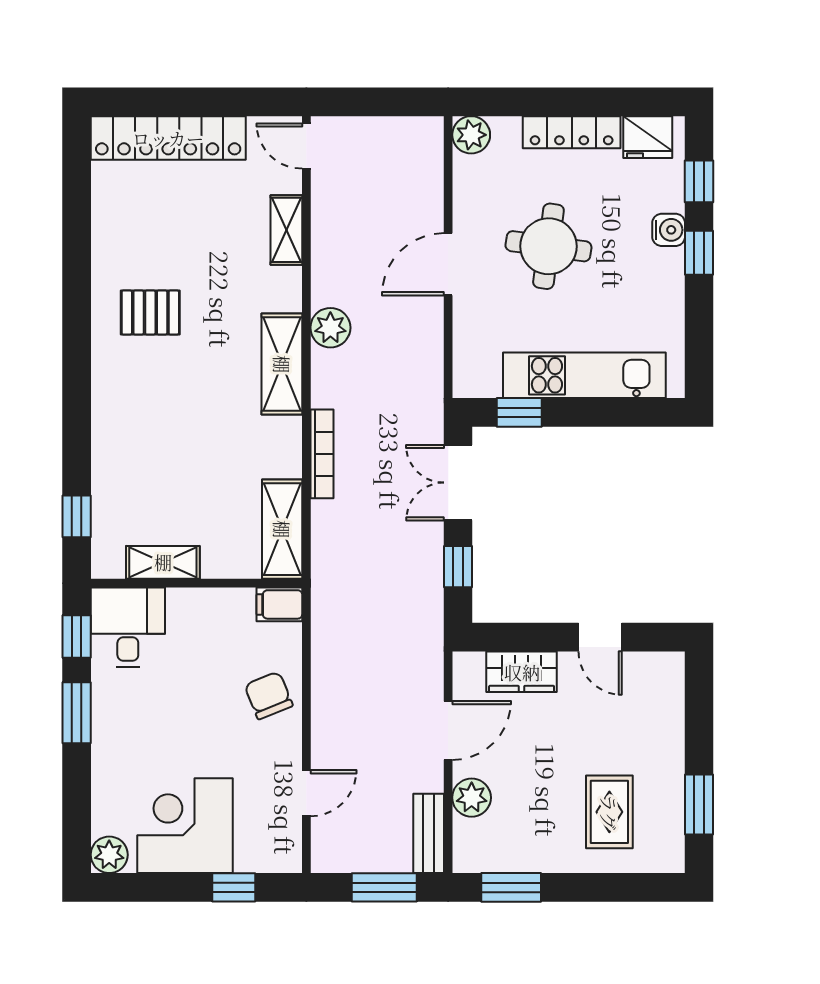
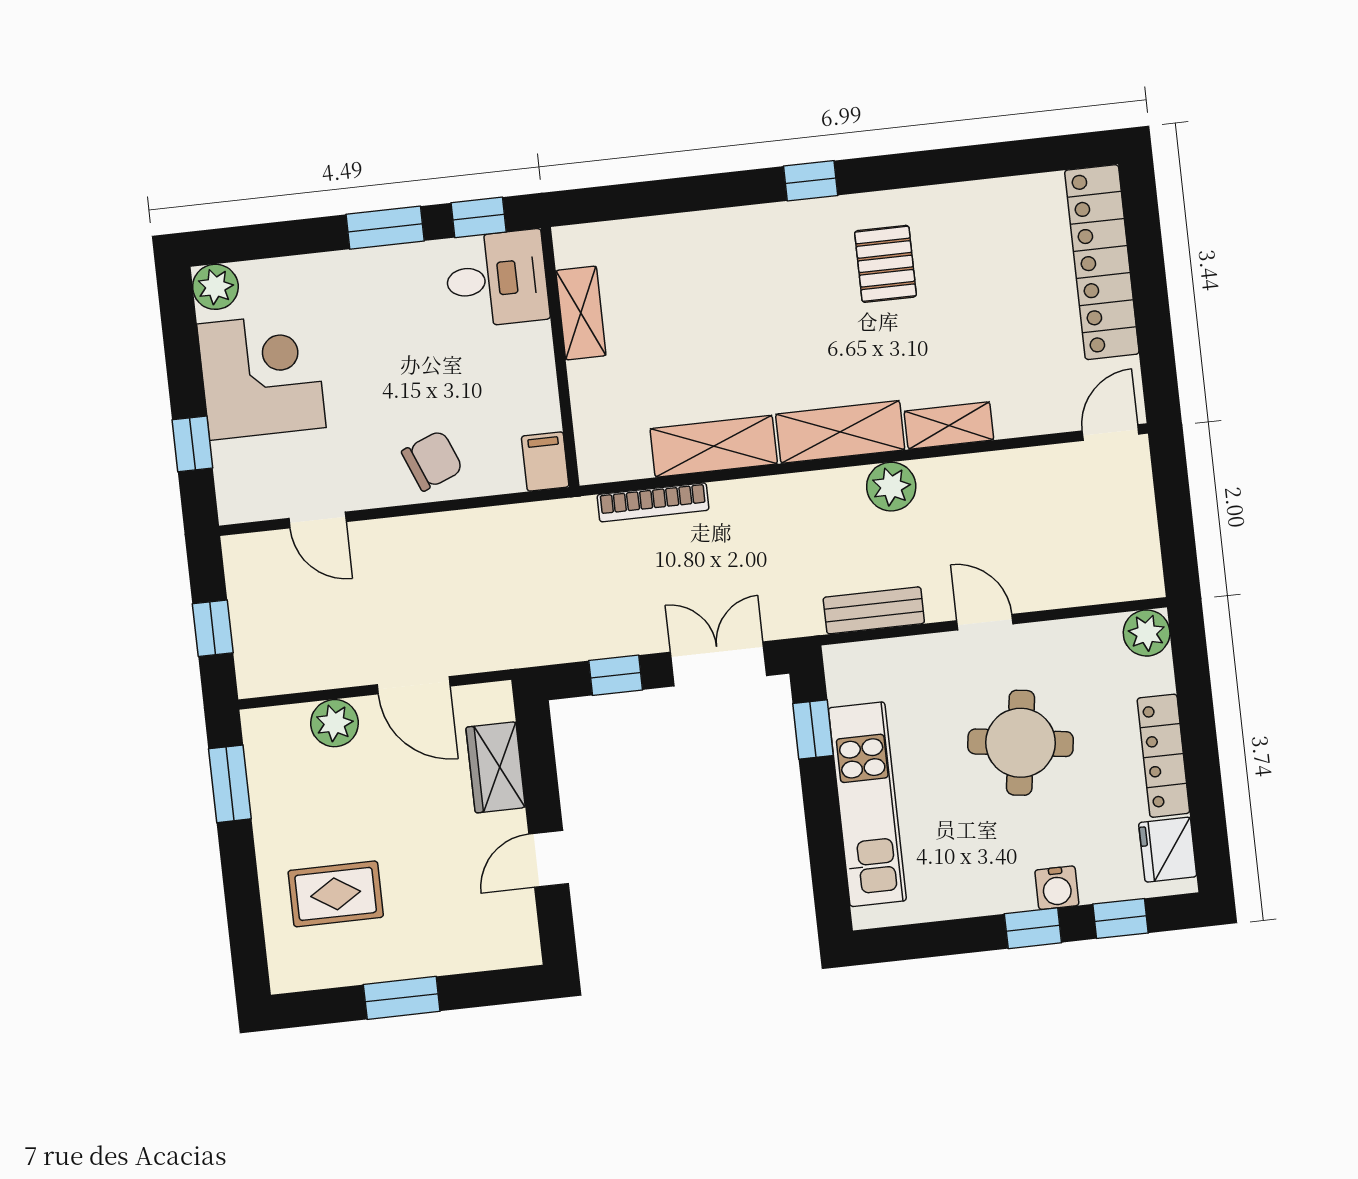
shelving: (286, 230) -> (949, 426), moved
door: (448, 264) -> (985, 622), width x0.73
bookcase: (322, 454) -> (653, 502), moved
window: (77, 516) -> (811, 181), moved
shelving: (282, 529) -> (714, 446), moved
window: (699, 804) -> (402, 998), moved
bench: (429, 833) -> (874, 610), moved
window: (384, 887) -> (213, 628), width x0.67

